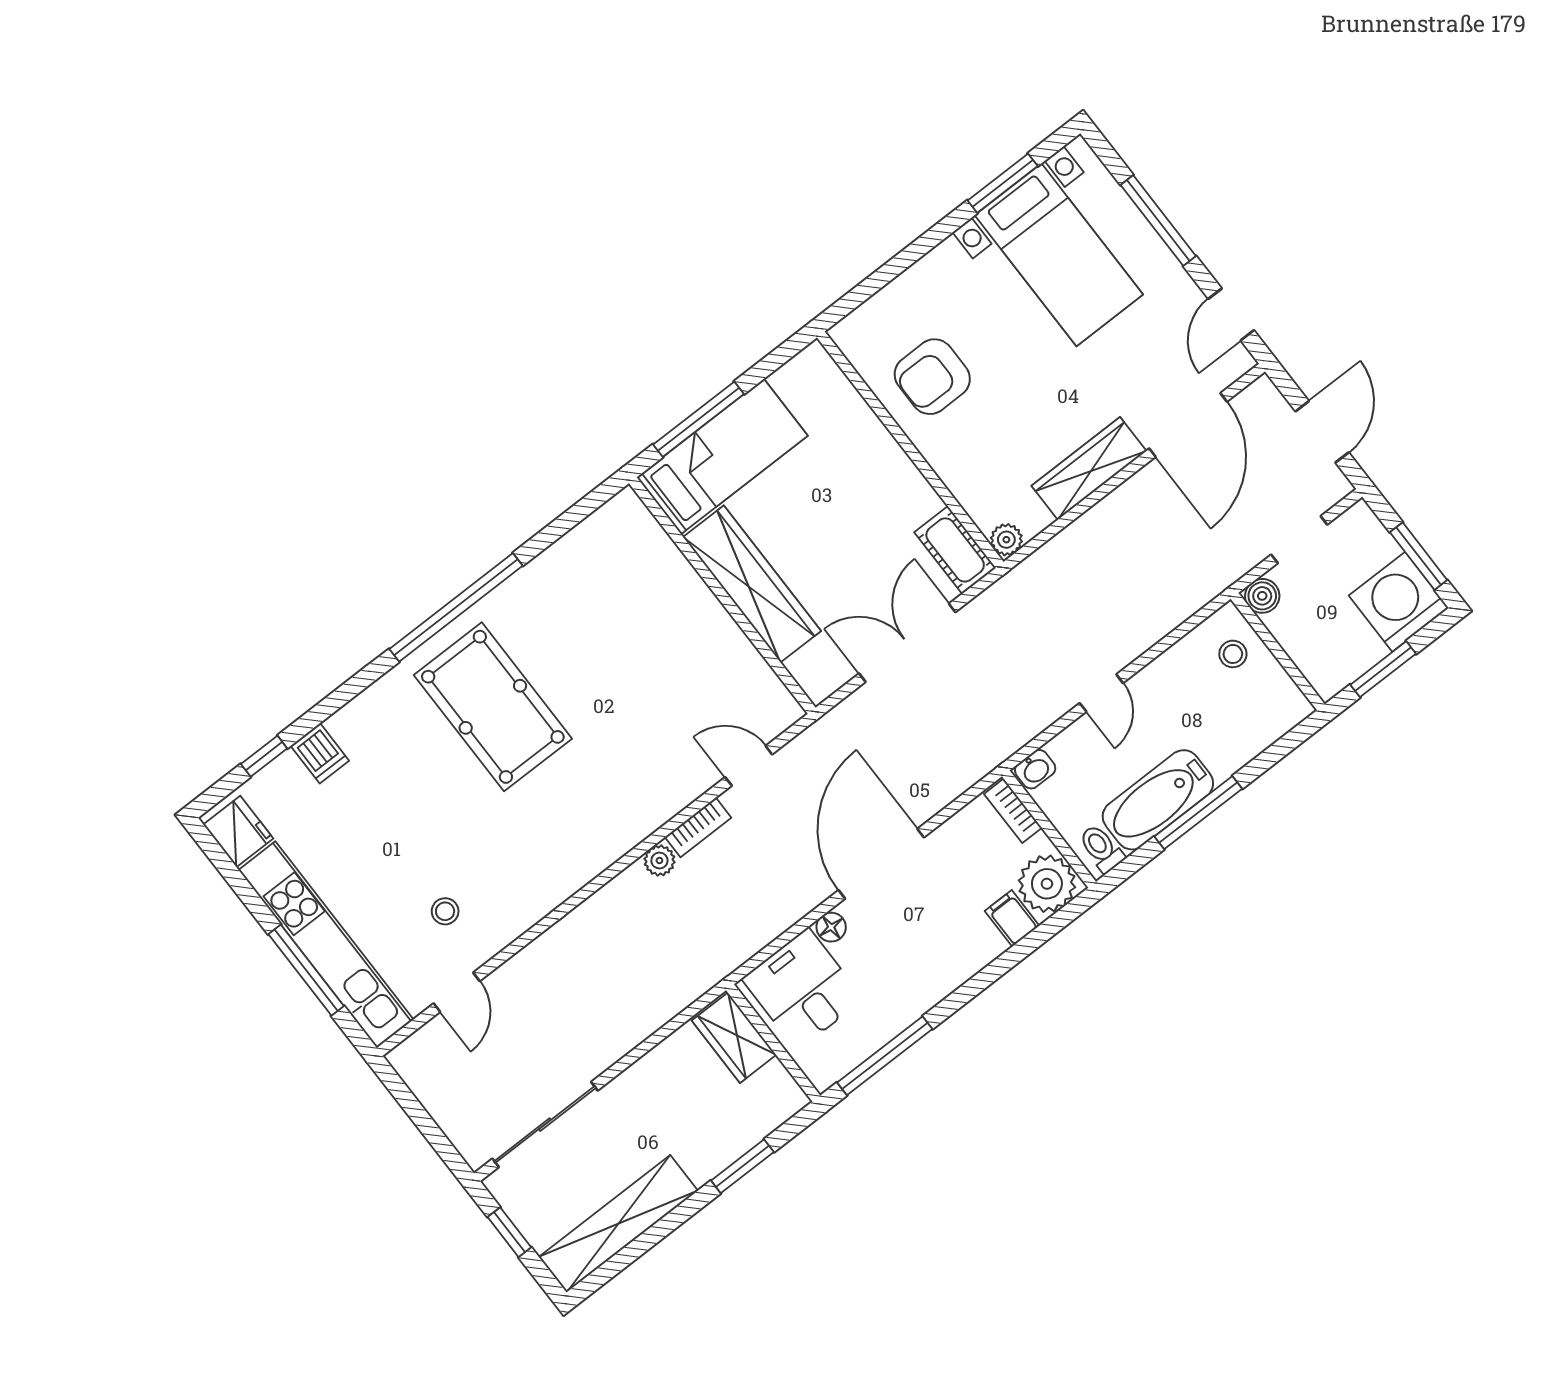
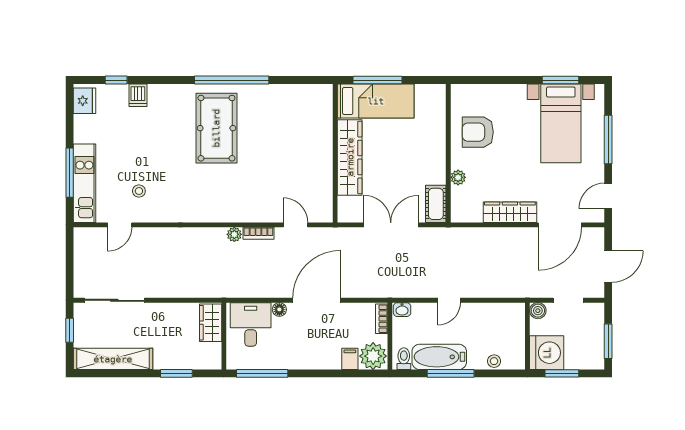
plant: (1006, 540) -> (458, 177), moved
washing machine: (1399, 602) -> (547, 353), moved, turned 90
stool: (1233, 654) -> (494, 361), moved
kitchen unit: (326, 945) -> (84, 183), width x0.73

